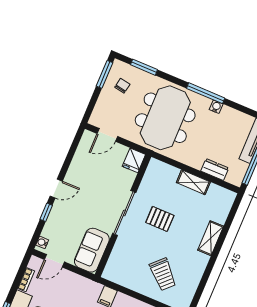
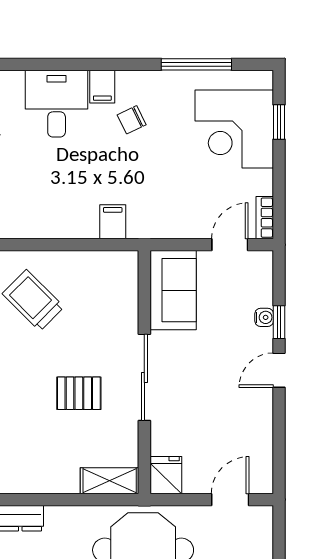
shelving: (193, 182) -> (110, 481), moved
water cooler: (42, 242) -> (264, 317), moved
bookcase: (26, 280) -> (265, 218), moved

